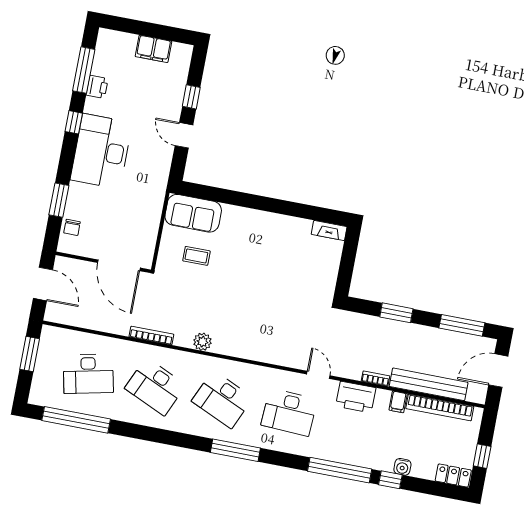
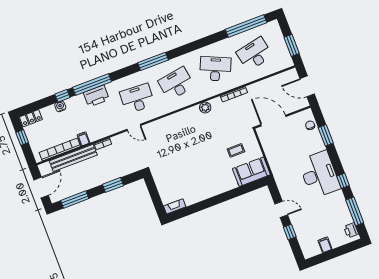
filing cabinet: (153, 49) -> (325, 245), width x0.50
printer: (97, 87) -> (351, 230), moved
printer: (356, 397) -> (96, 96), moved, turned 180
desk: (222, 399) -> (176, 84), turned -33

